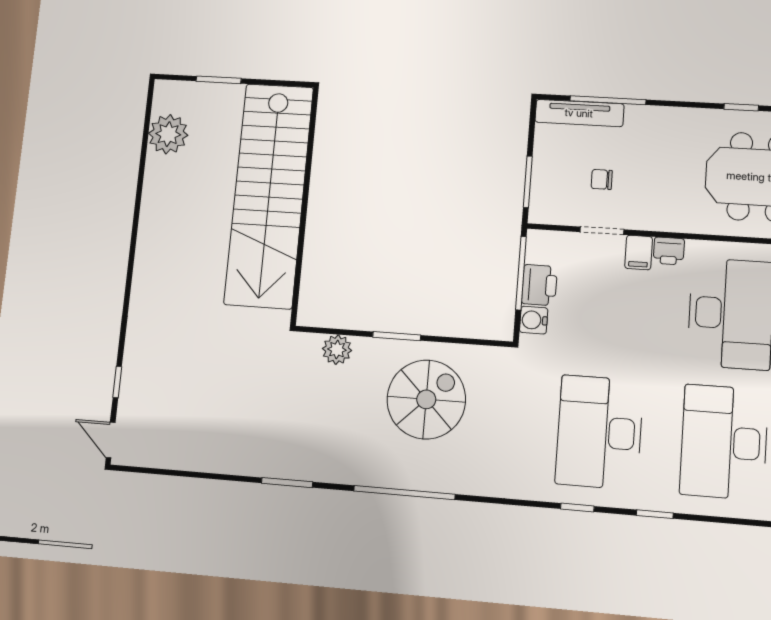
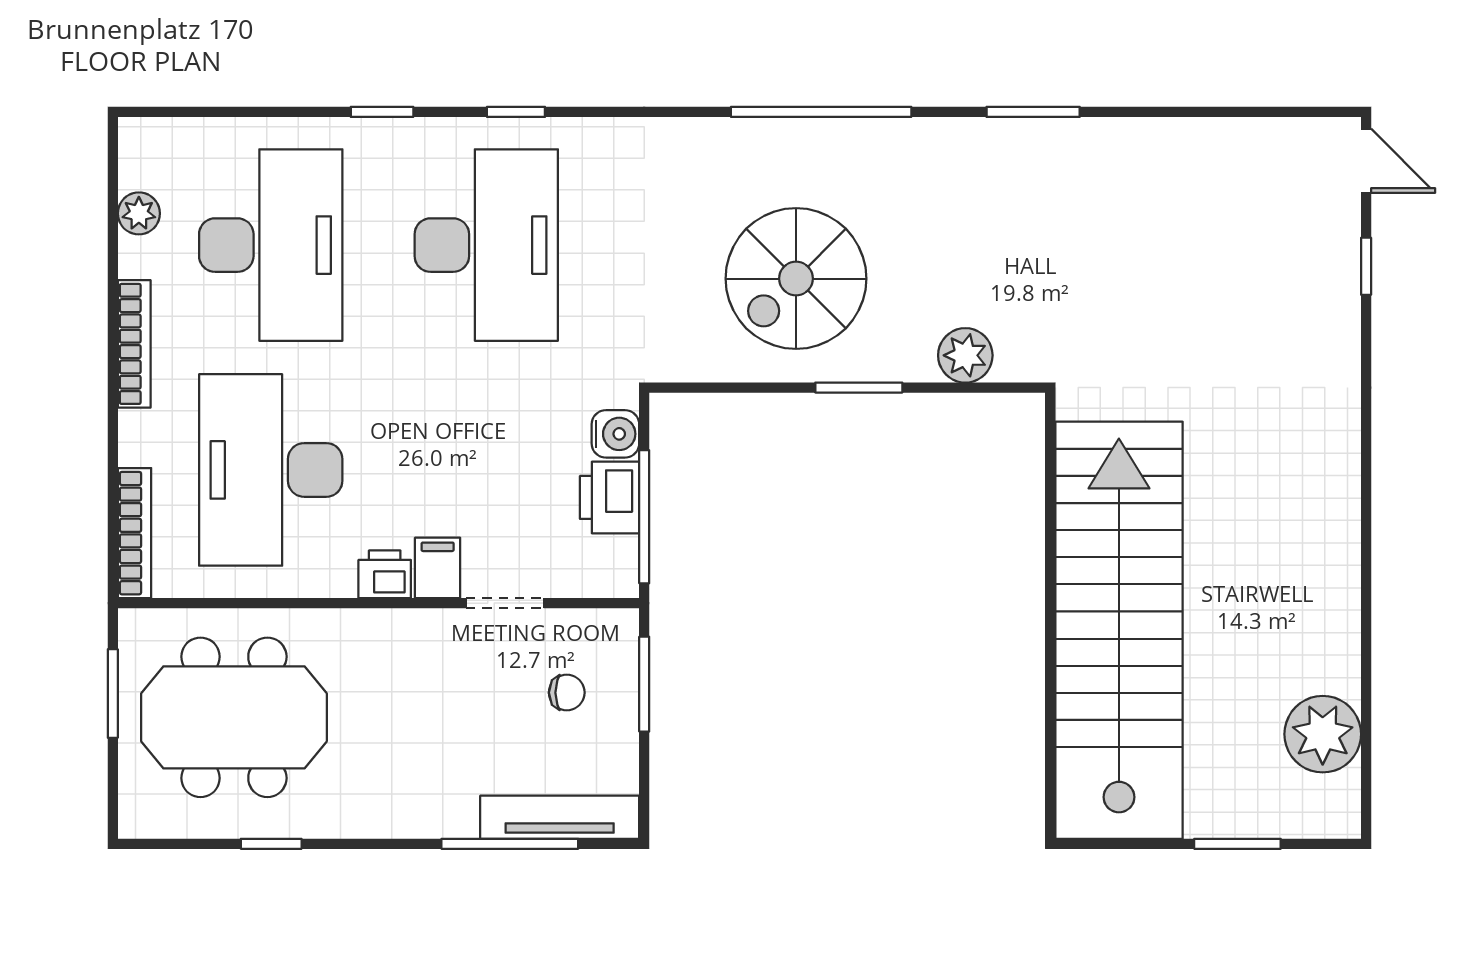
chair: (602, 179) -> (567, 693), moved

